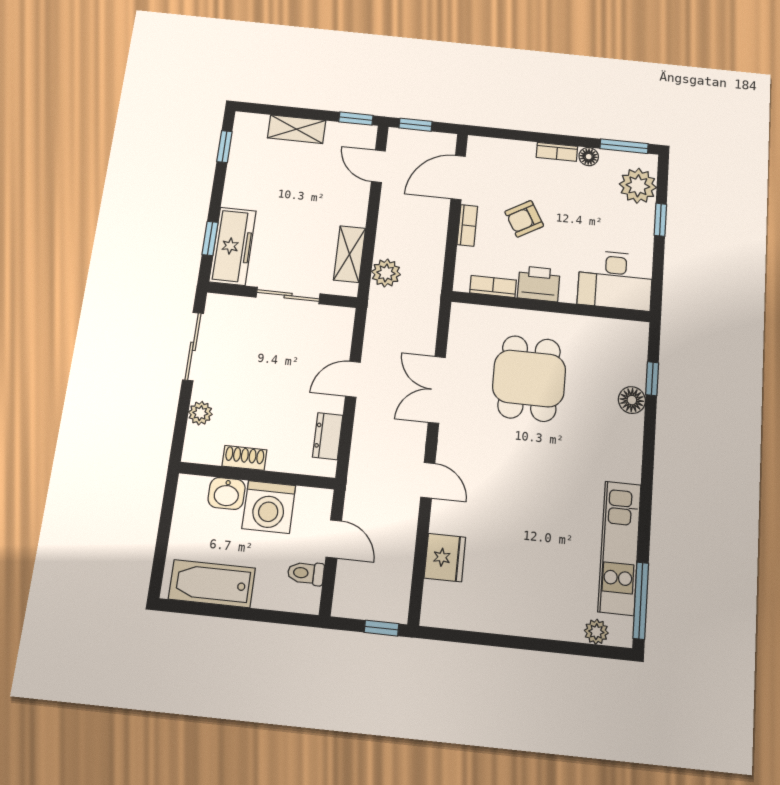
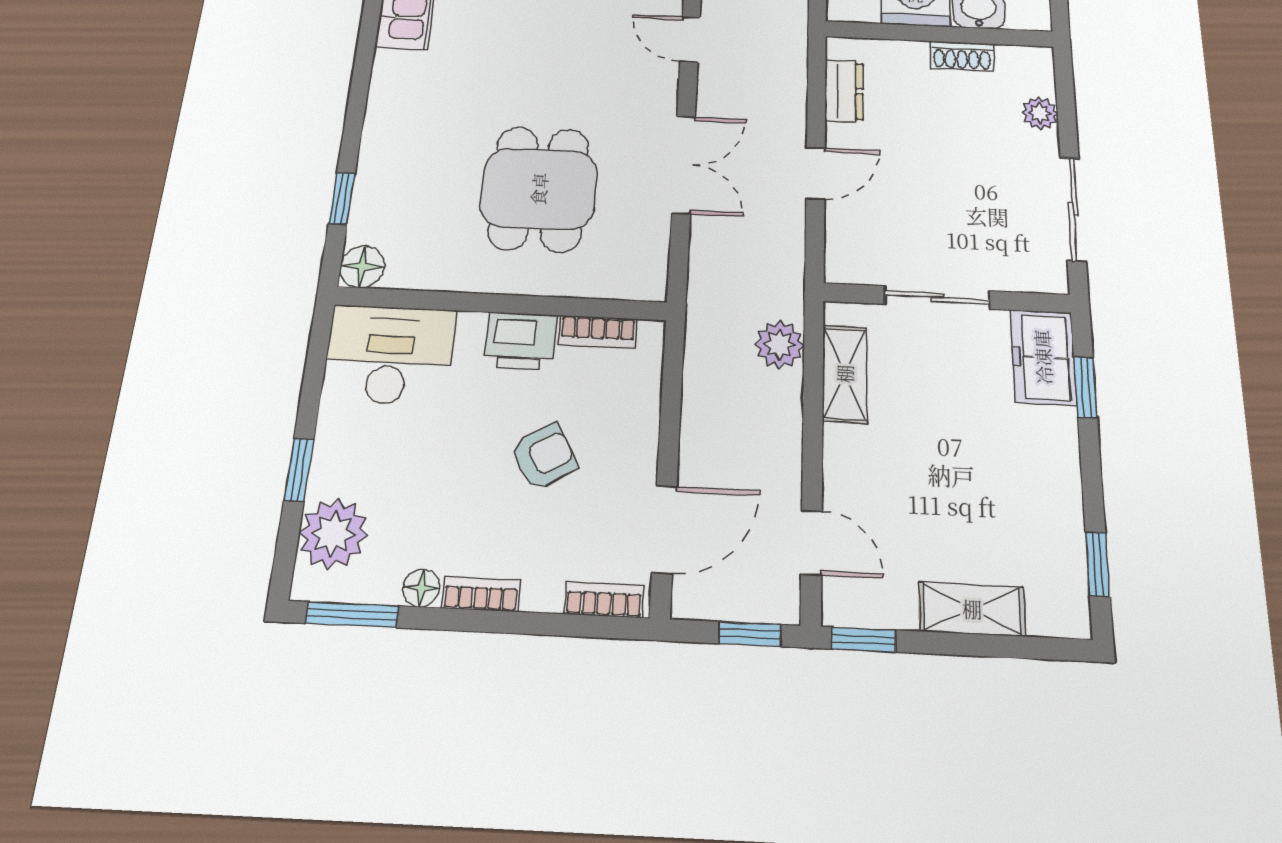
bookcase: (467, 225) -> (604, 600), moved, turned 90
freezer: (233, 246) -> (1043, 357), width x0.71
floor lamp: (632, 400) -> (362, 267), moved

